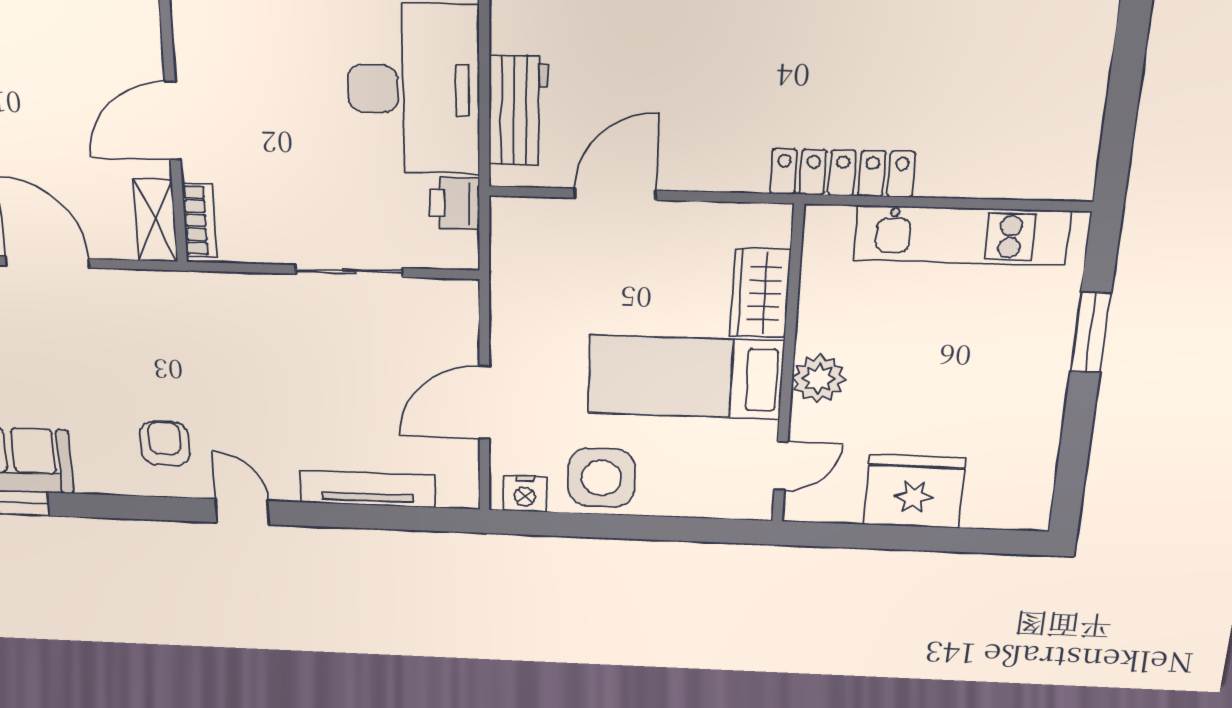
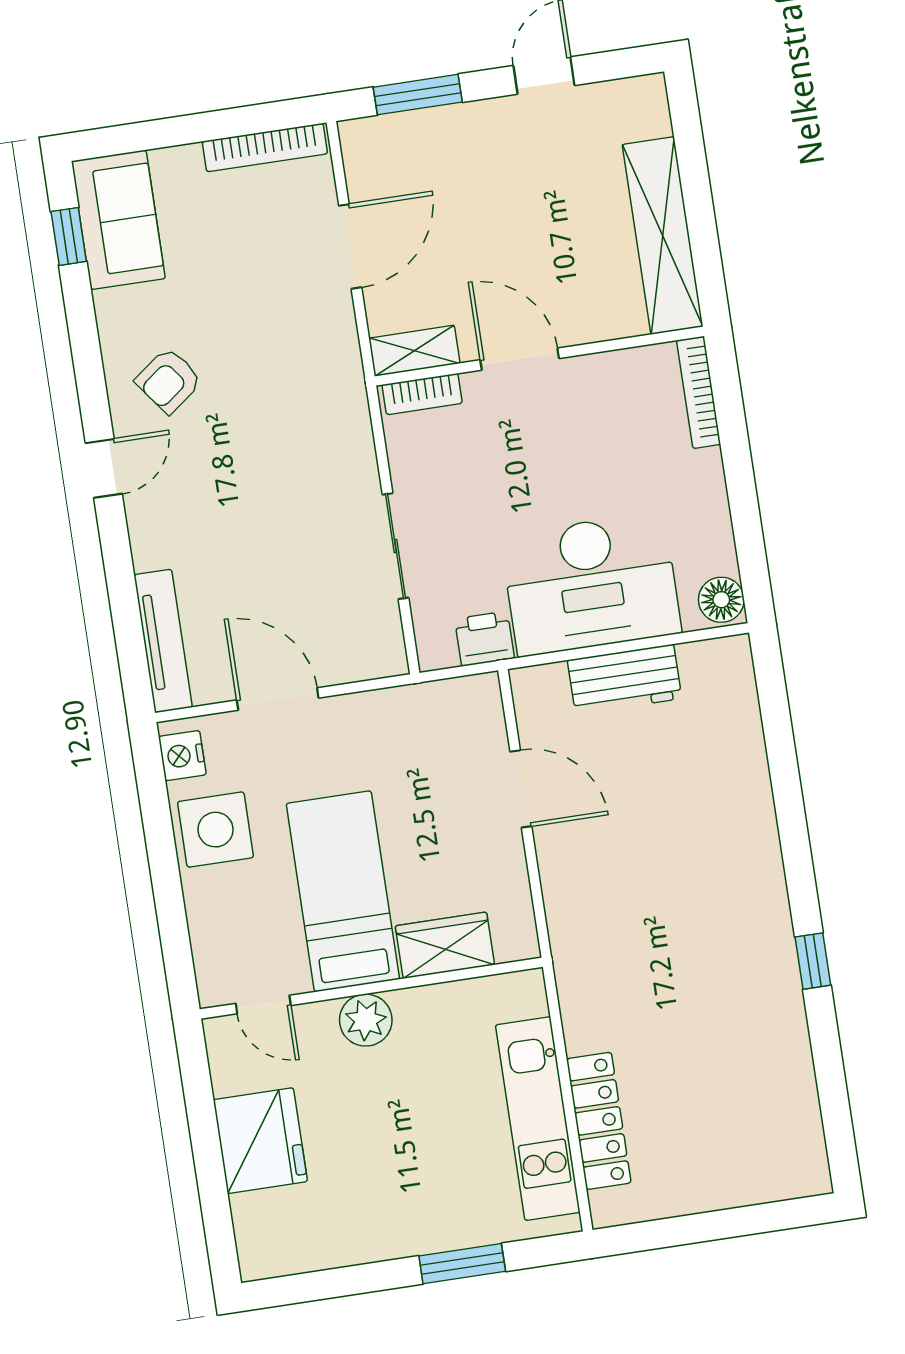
workbench: (519, 111) -> (625, 679), moved
locker: (842, 173) -> (599, 1121), moved
armchair: (165, 444) -> (169, 381), turned 143
tv unit: (367, 489) -> (163, 641), moved

